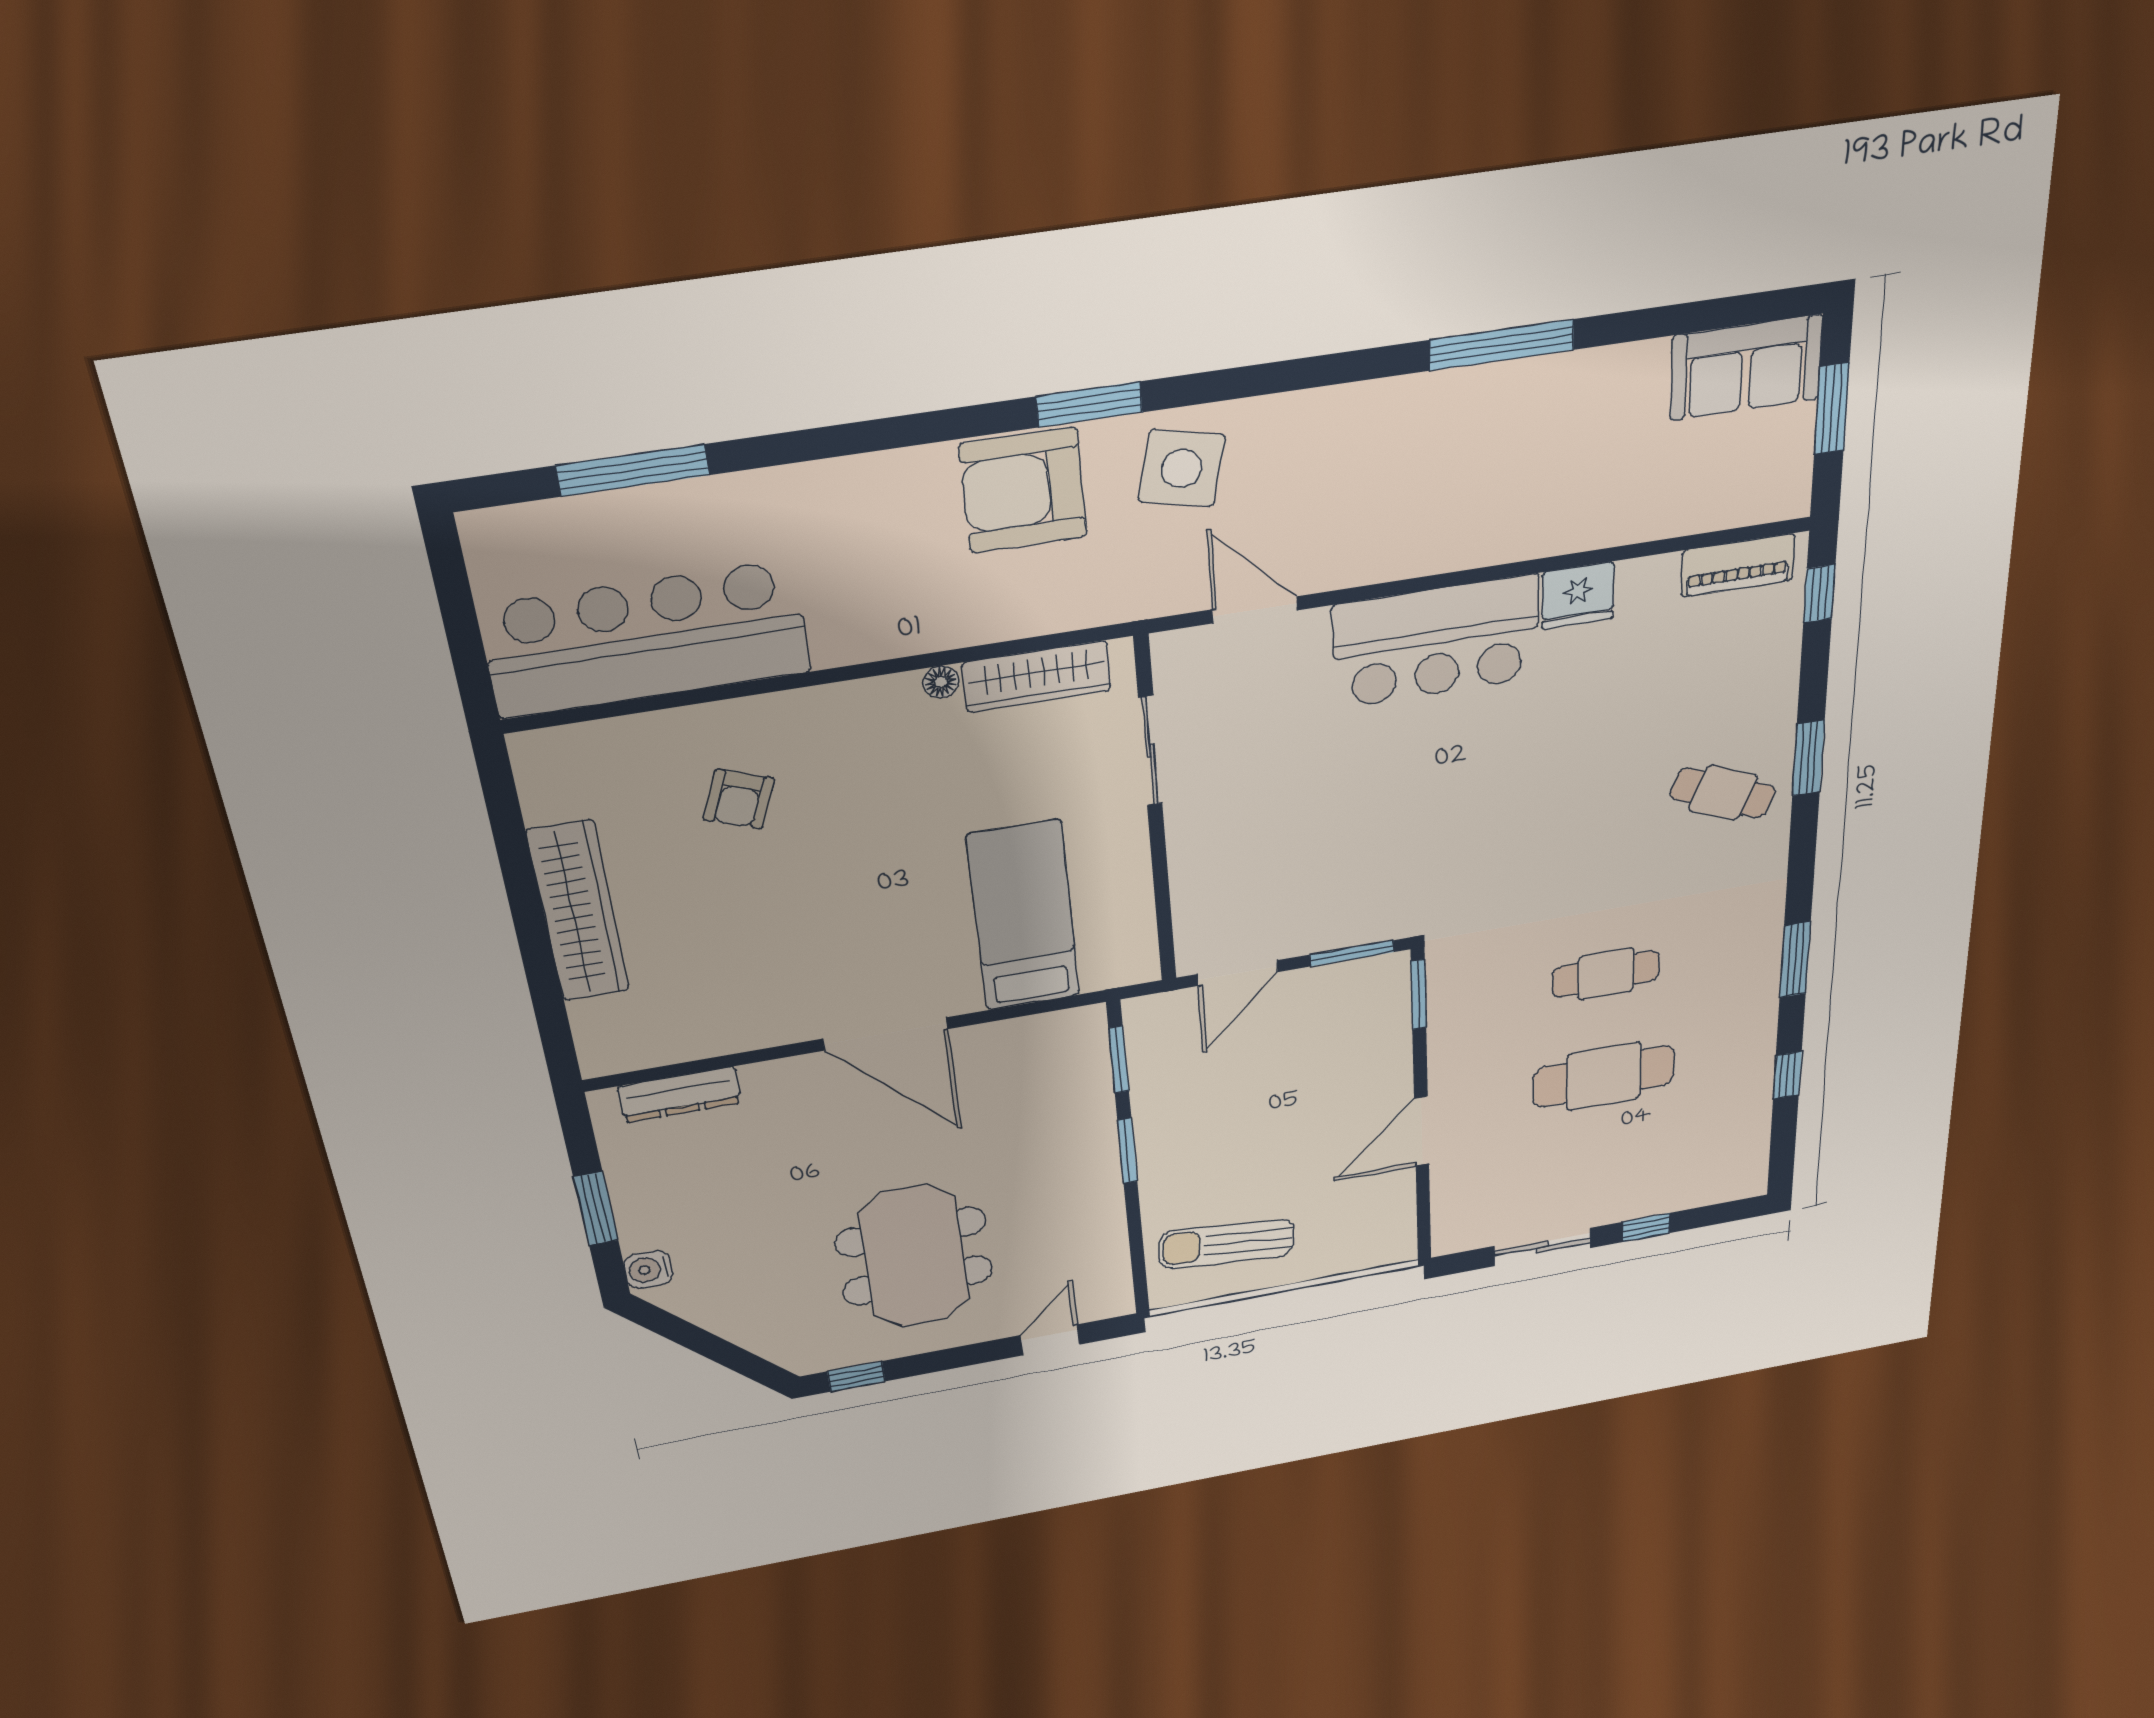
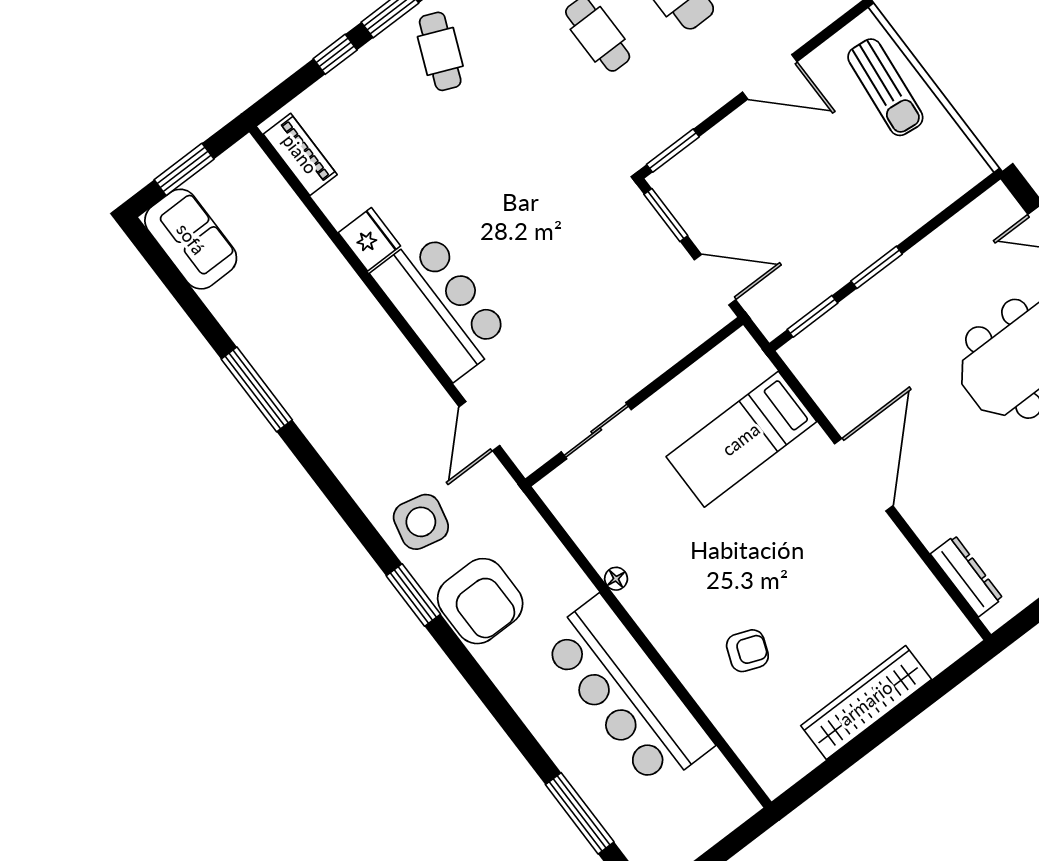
window: (1819, 594) -> (335, 54), moved
bar counter: (646, 639) -> (627, 693), moved
wardrobe: (1037, 676) -> (585, 526), removed
sun lounger: (1226, 1244) -> (885, 87), moved

